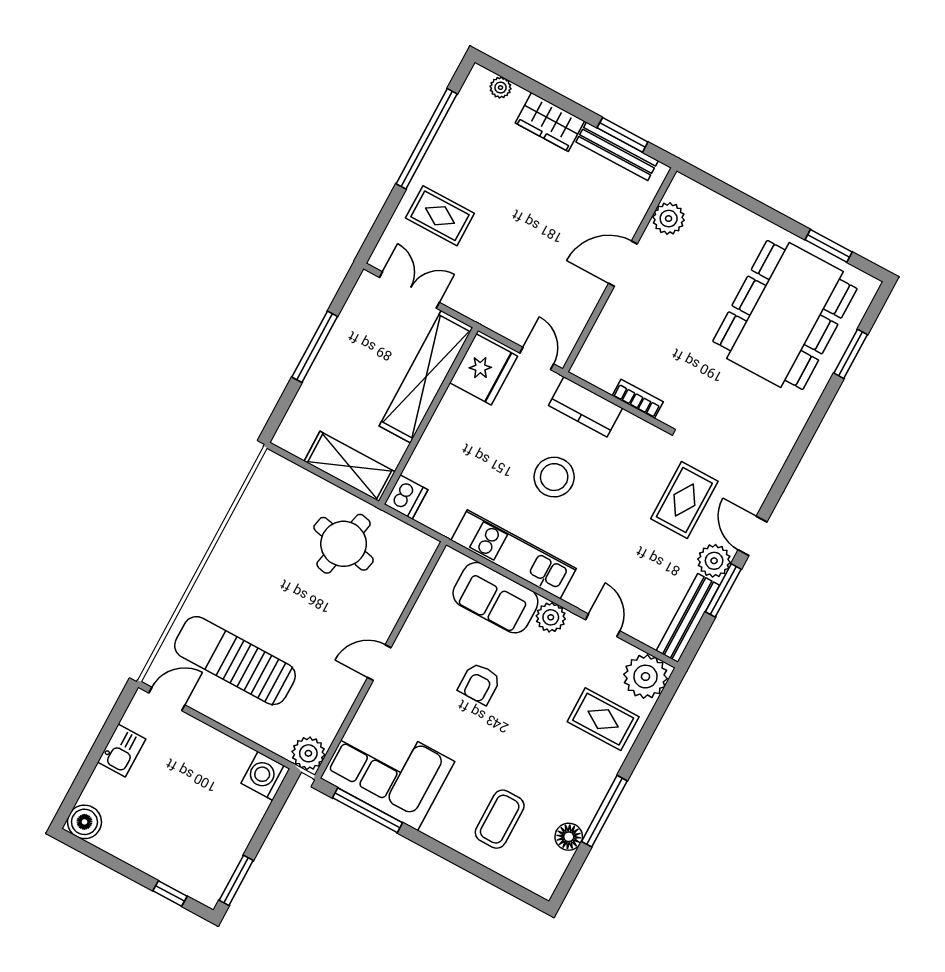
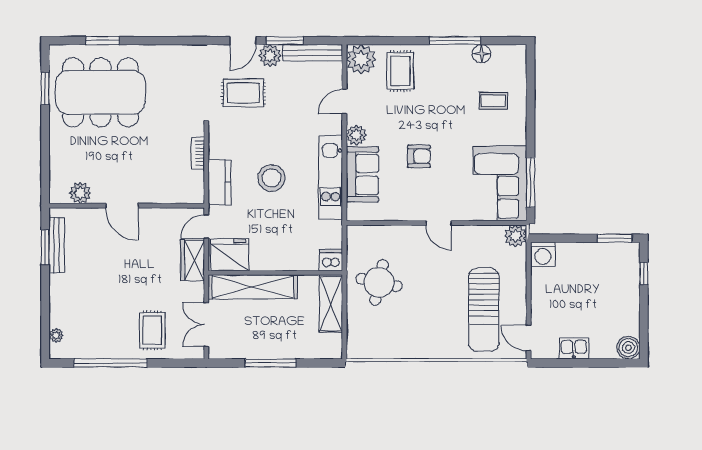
wardrobe: (550, 122) -> (193, 260), moved, turned 180
coffee table: (500, 819) -> (493, 101), width x0.73, depth x0.77

